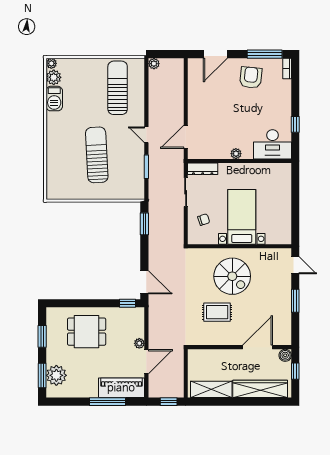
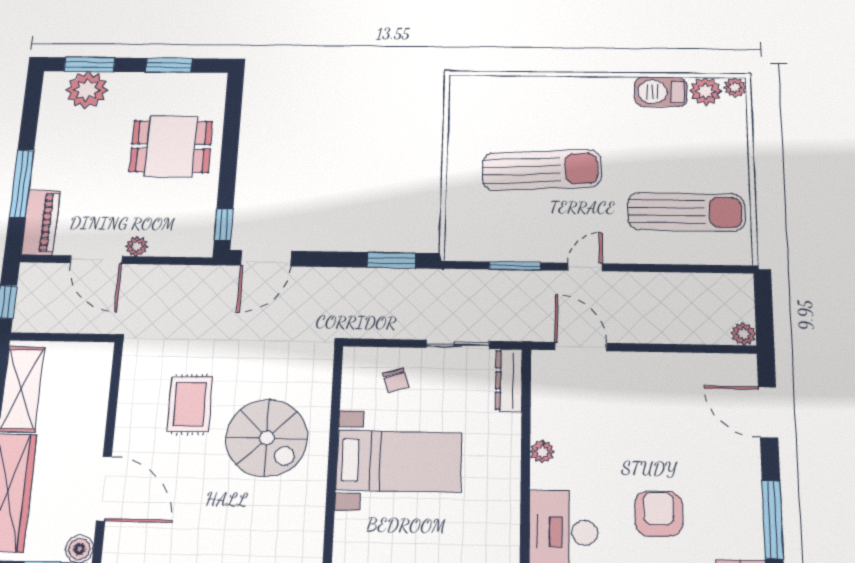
plant: (154, 64) -> (744, 334), moved
armchair: (251, 78) -> (659, 514), moved, turned -96
spiral stairs: (232, 276) -> (267, 438), turned -90
dining table: (87, 332) -> (171, 146), turned 90
piano: (121, 388) -> (41, 222), width x0.73, depth x0.75

